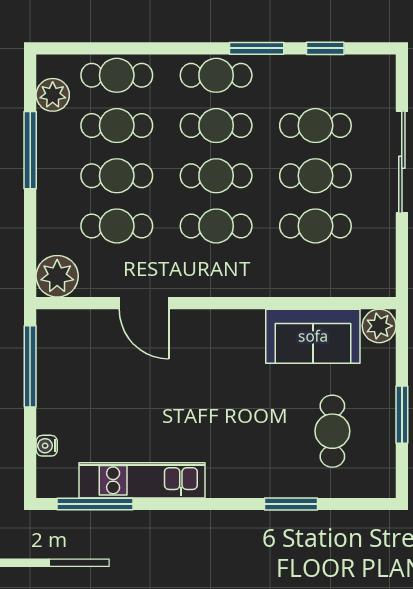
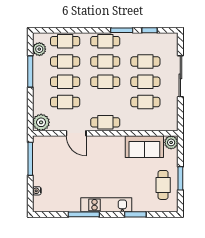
cafe table: (216, 226) -> (105, 122), moved
cafe table: (332, 431) -> (163, 185), moved
kitchen unit: (142, 480) -> (106, 205), moved
window: (95, 504) -> (84, 214), moved

